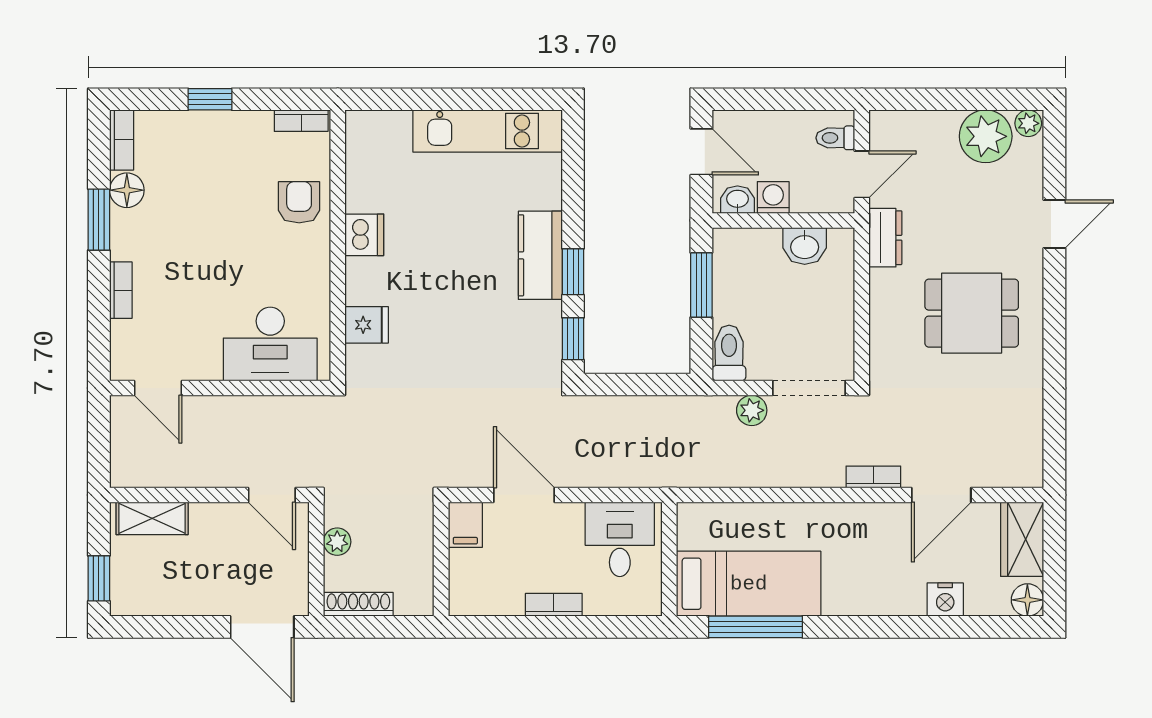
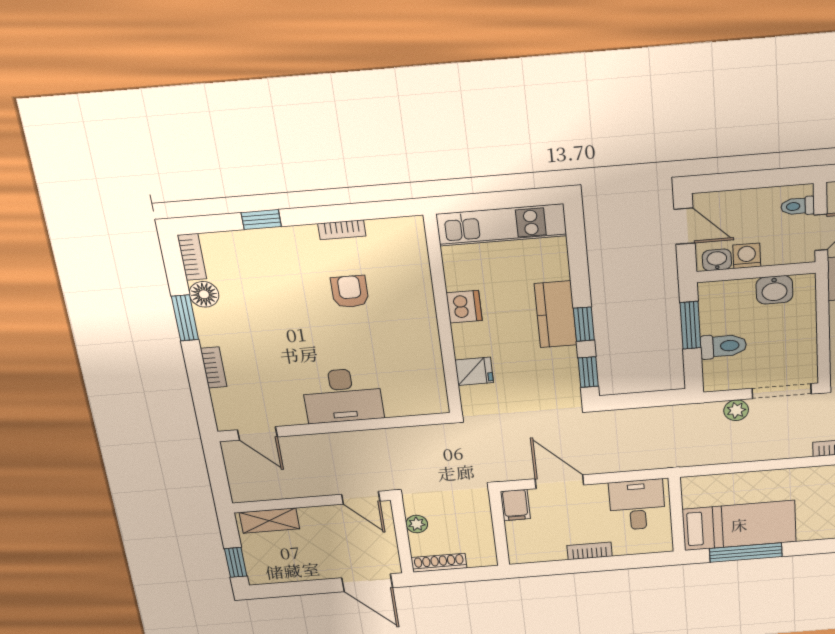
dishwasher: (364, 235) -> (464, 307), moved
wall: (338, 245) -> (443, 316), moved
fridge: (367, 325) -> (474, 371), moved
toilet: (729, 353) -> (723, 346), moved, turned 90

